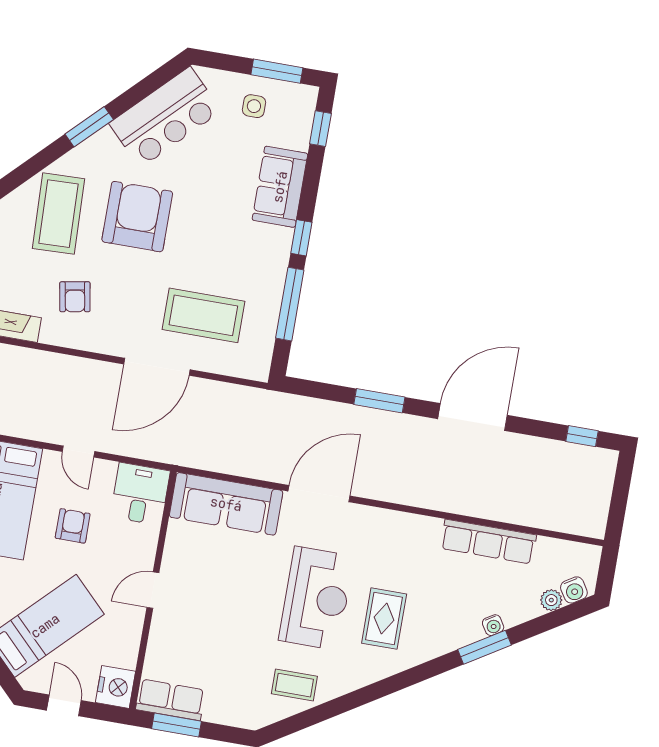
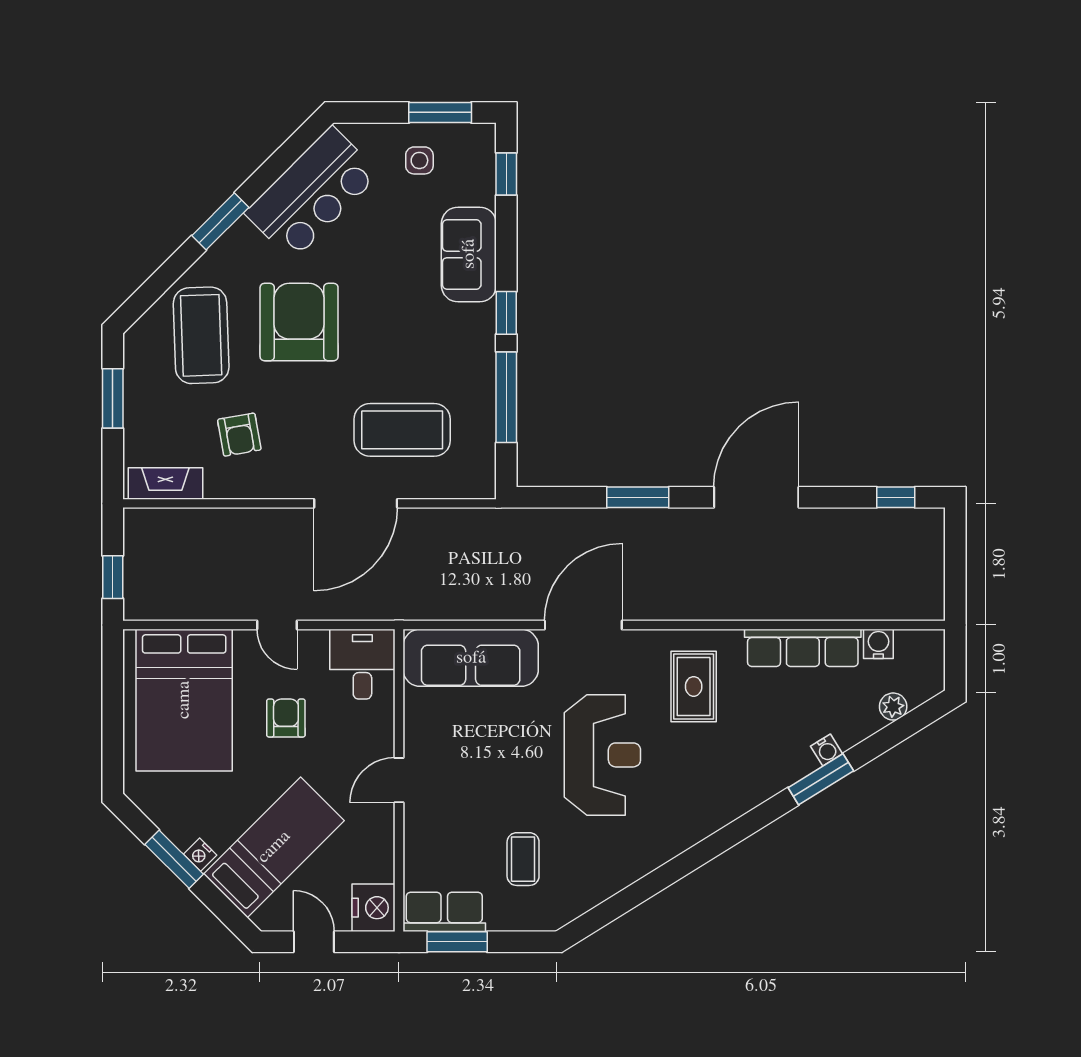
water cooler: (574, 590) -> (878, 644), moved, turned -148
rug: (384, 619) -> (694, 686), moved
coffee table: (294, 685) -> (523, 859), moved, turned 90

